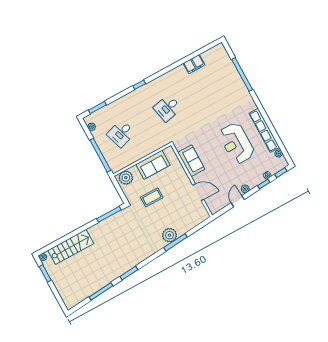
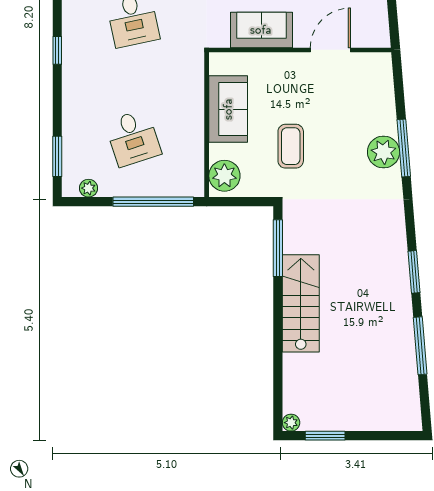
stairs: (71, 247) -> (301, 303), moved

